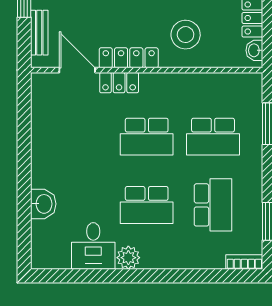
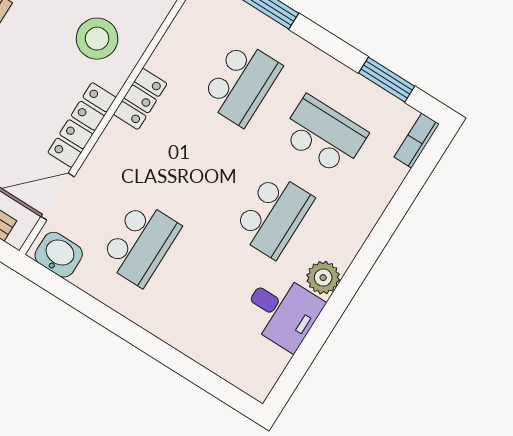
locker: (119, 83) -> (140, 99), moved
school desk: (147, 137) -> (140, 243), moved
washbasin: (43, 204) -> (59, 255), moved

